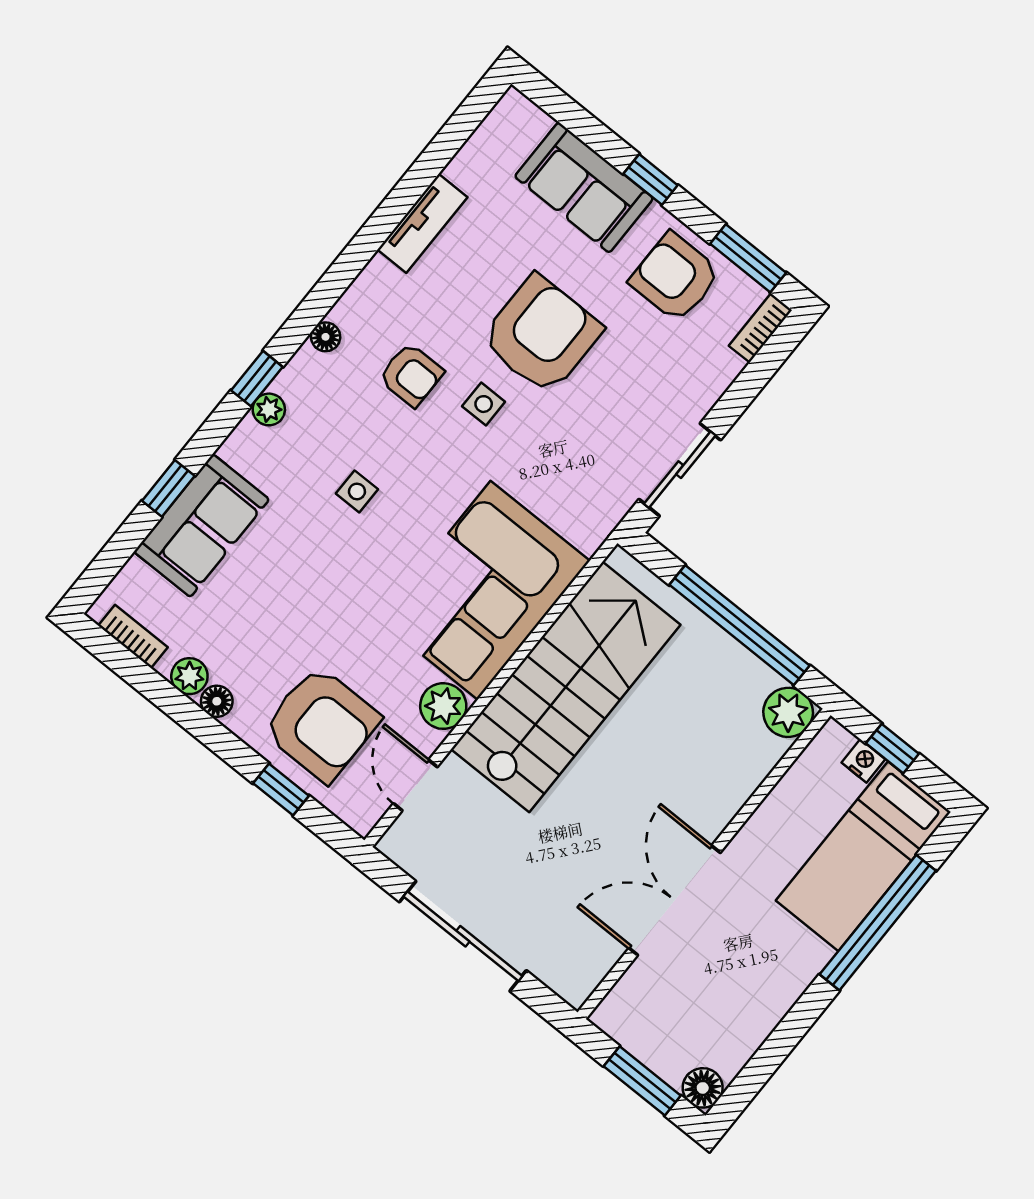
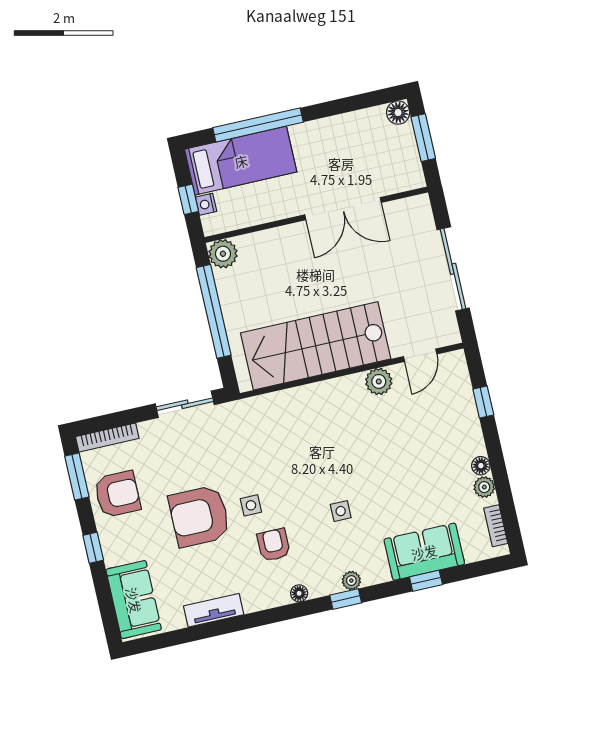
sofa: (584, 187) -> (134, 600), moved
armchair: (675, 277) -> (117, 494), turned -90
bookcase: (761, 328) -> (107, 437), width x1.56
corner sofa: (484, 590) -> (318, 420), removed
armchair: (321, 724) -> (441, 417), removed

